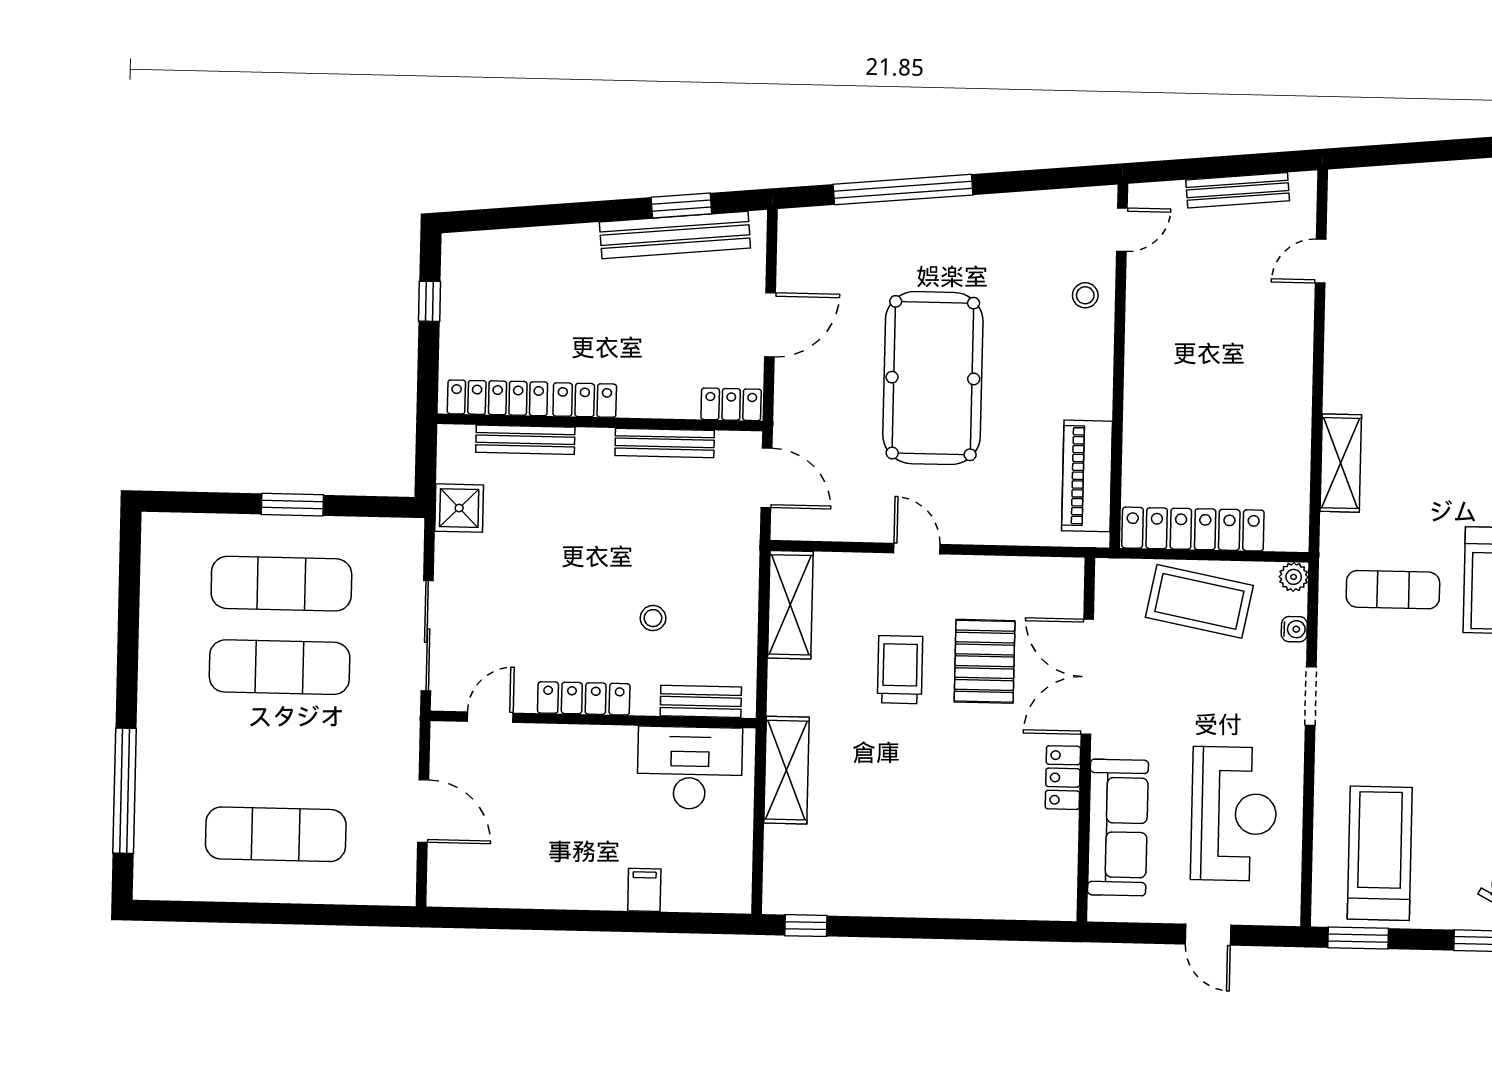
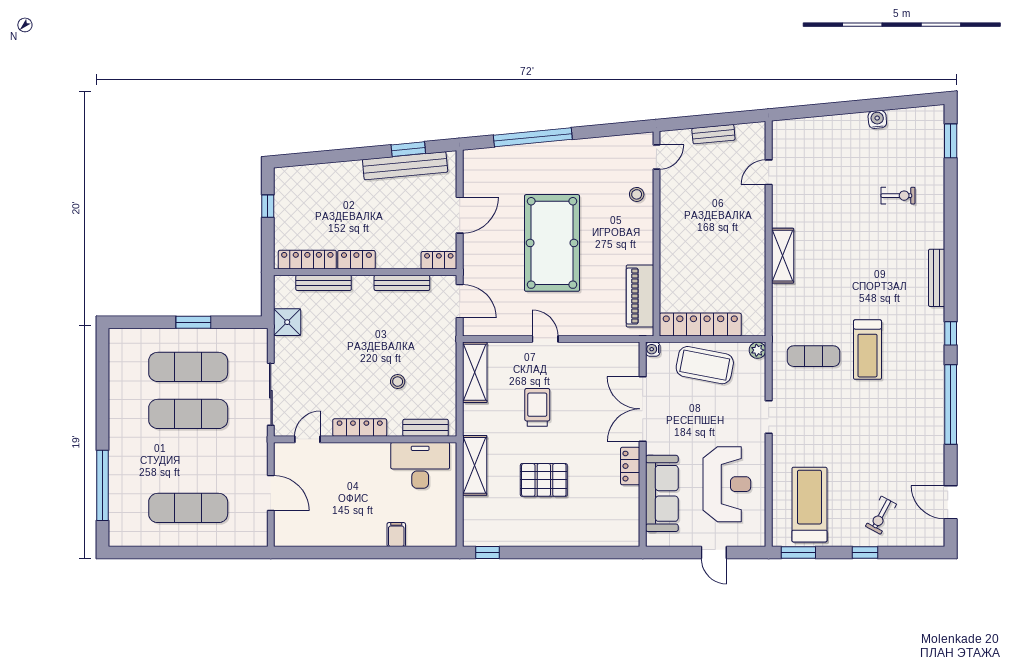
bench: (1238, 190) -> (713, 134), width x0.73
shelving: (1341, 463) -> (783, 256), moved
water cooler: (1294, 629) -> (653, 349), moved, turned 180
pallet: (985, 661) -> (544, 480), moved, turned 90

